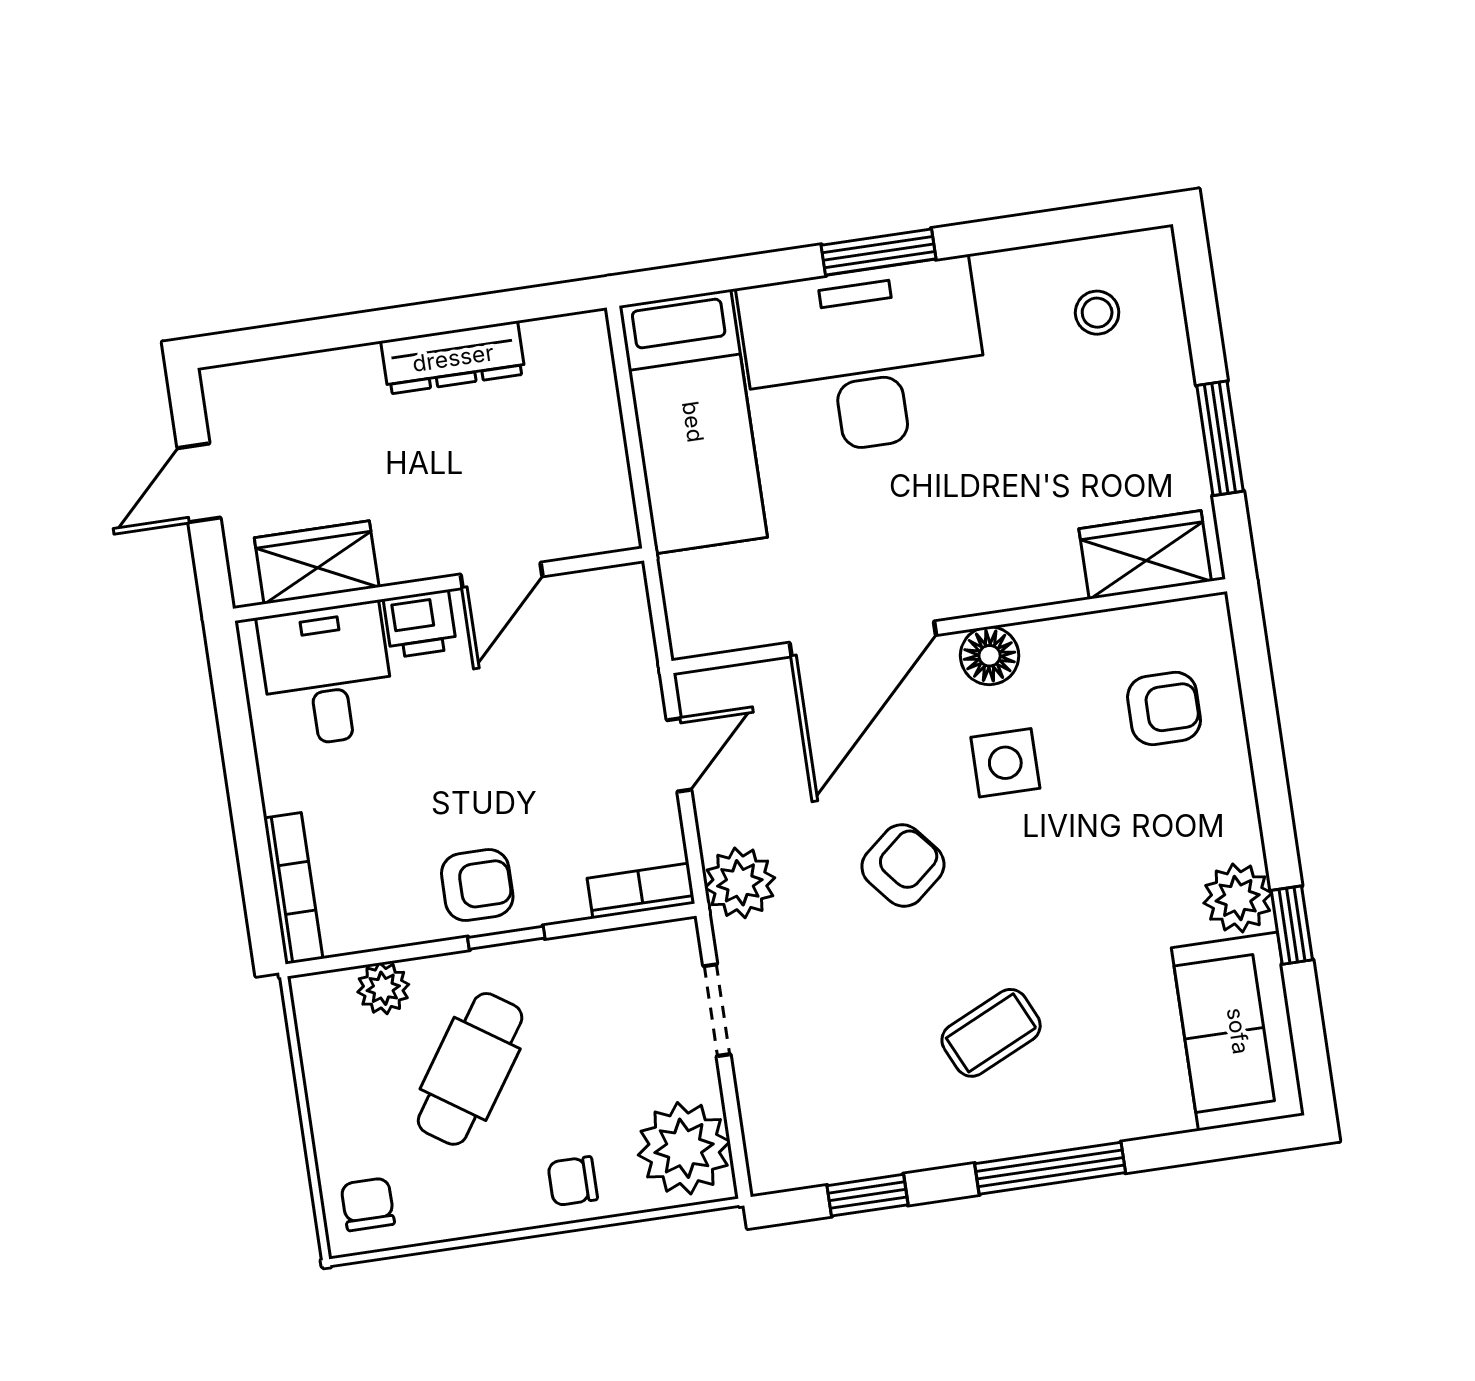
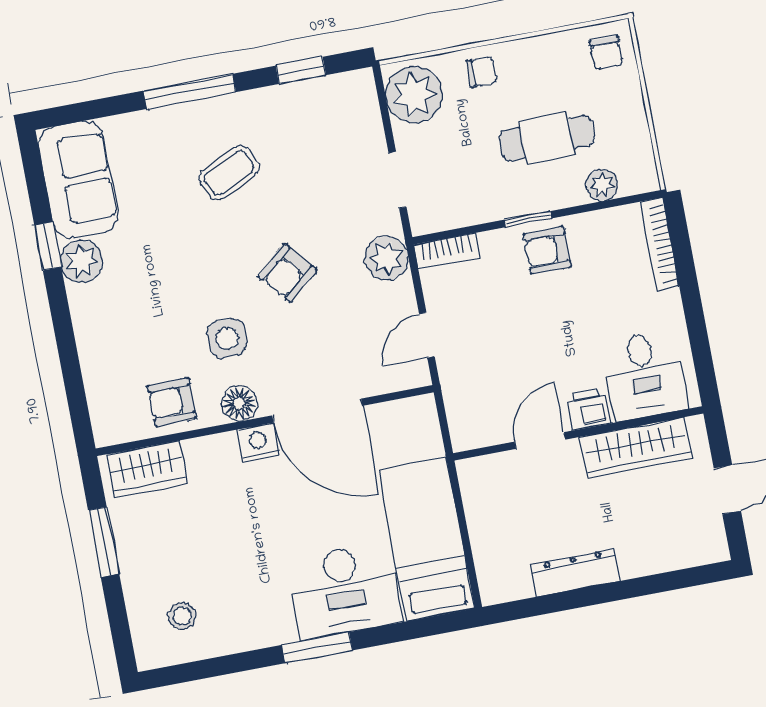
desk: (865, 358) -> (344, 591), width x0.73, depth x0.77
wardrobe: (317, 562) -> (636, 447), width x1.50
nightstand: (962, 591) -> (258, 443), added
door: (863, 639) -> (317, 411), swing flipped
armchair: (1164, 708) -> (172, 402), moved
cafe table: (470, 1069) -> (547, 138), turned 56

